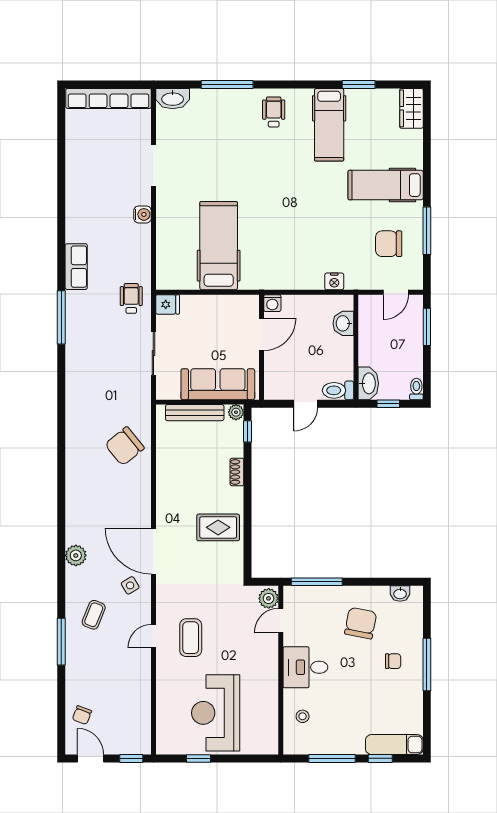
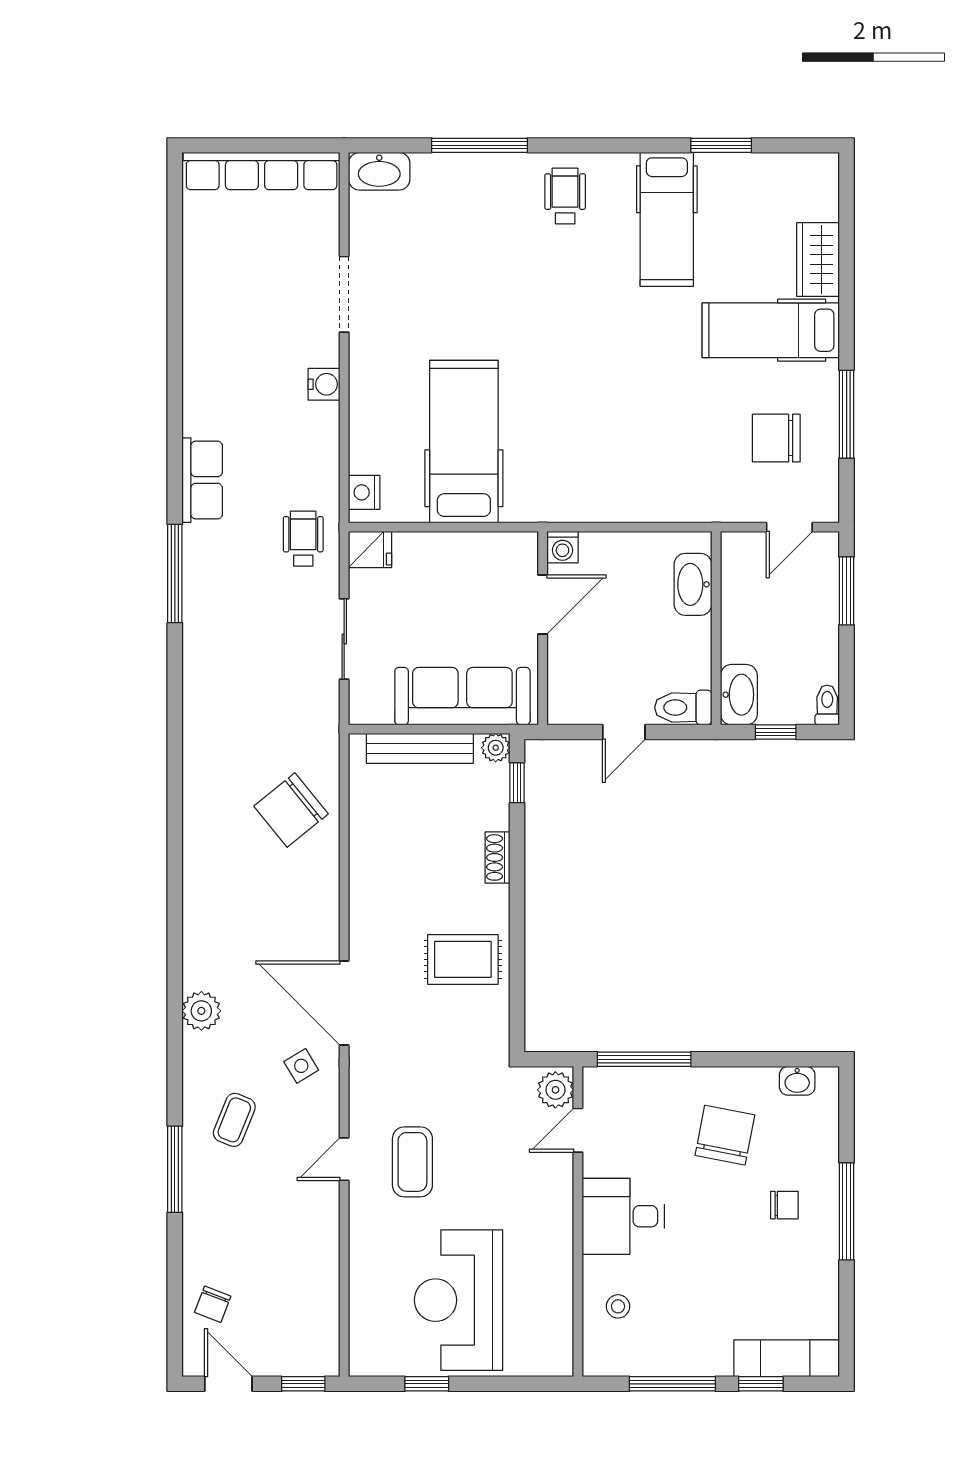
wardrobe: (411, 108) -> (818, 260), moved
nightstand: (334, 281) -> (364, 492), moved, turned 90
washbasin: (343, 323) -> (693, 584), width x1.38

